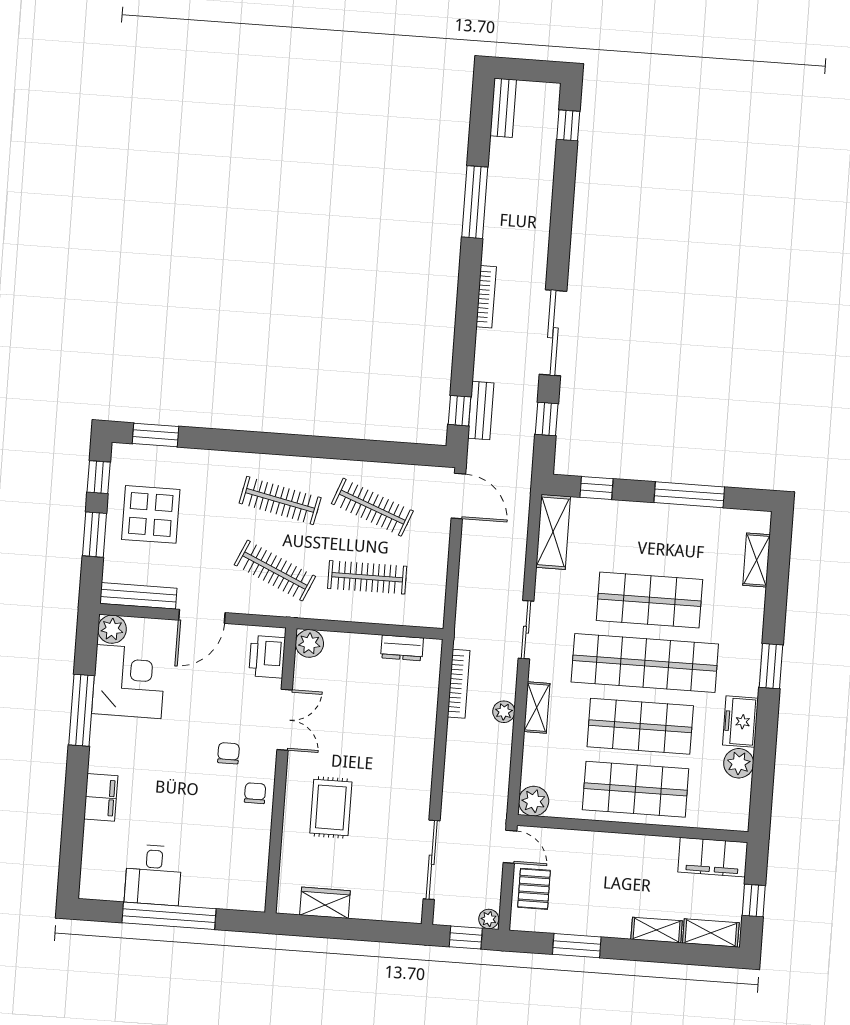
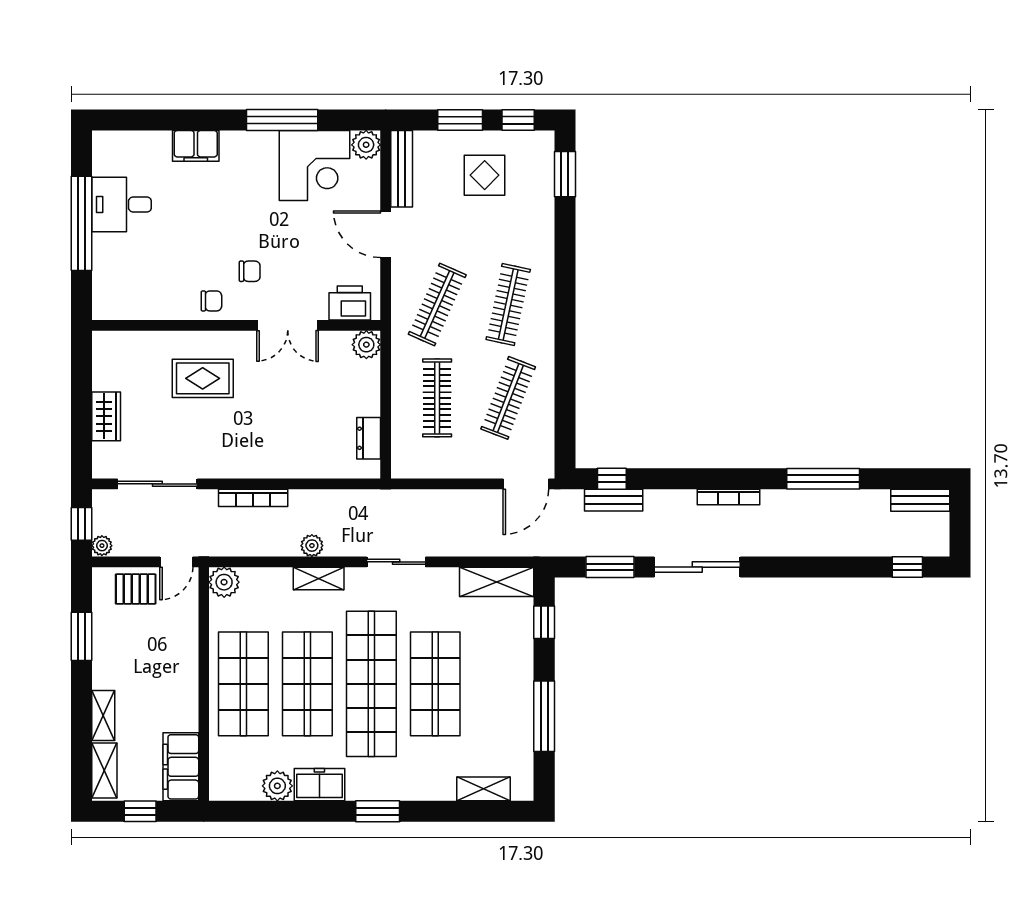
window: (547, 419) -> (610, 567), width x1.50
display table: (151, 514) -> (485, 175), width x0.73, depth x0.73
bookcase: (459, 684) -> (253, 498), moved
wardrobe: (325, 903) -> (106, 416), moved

